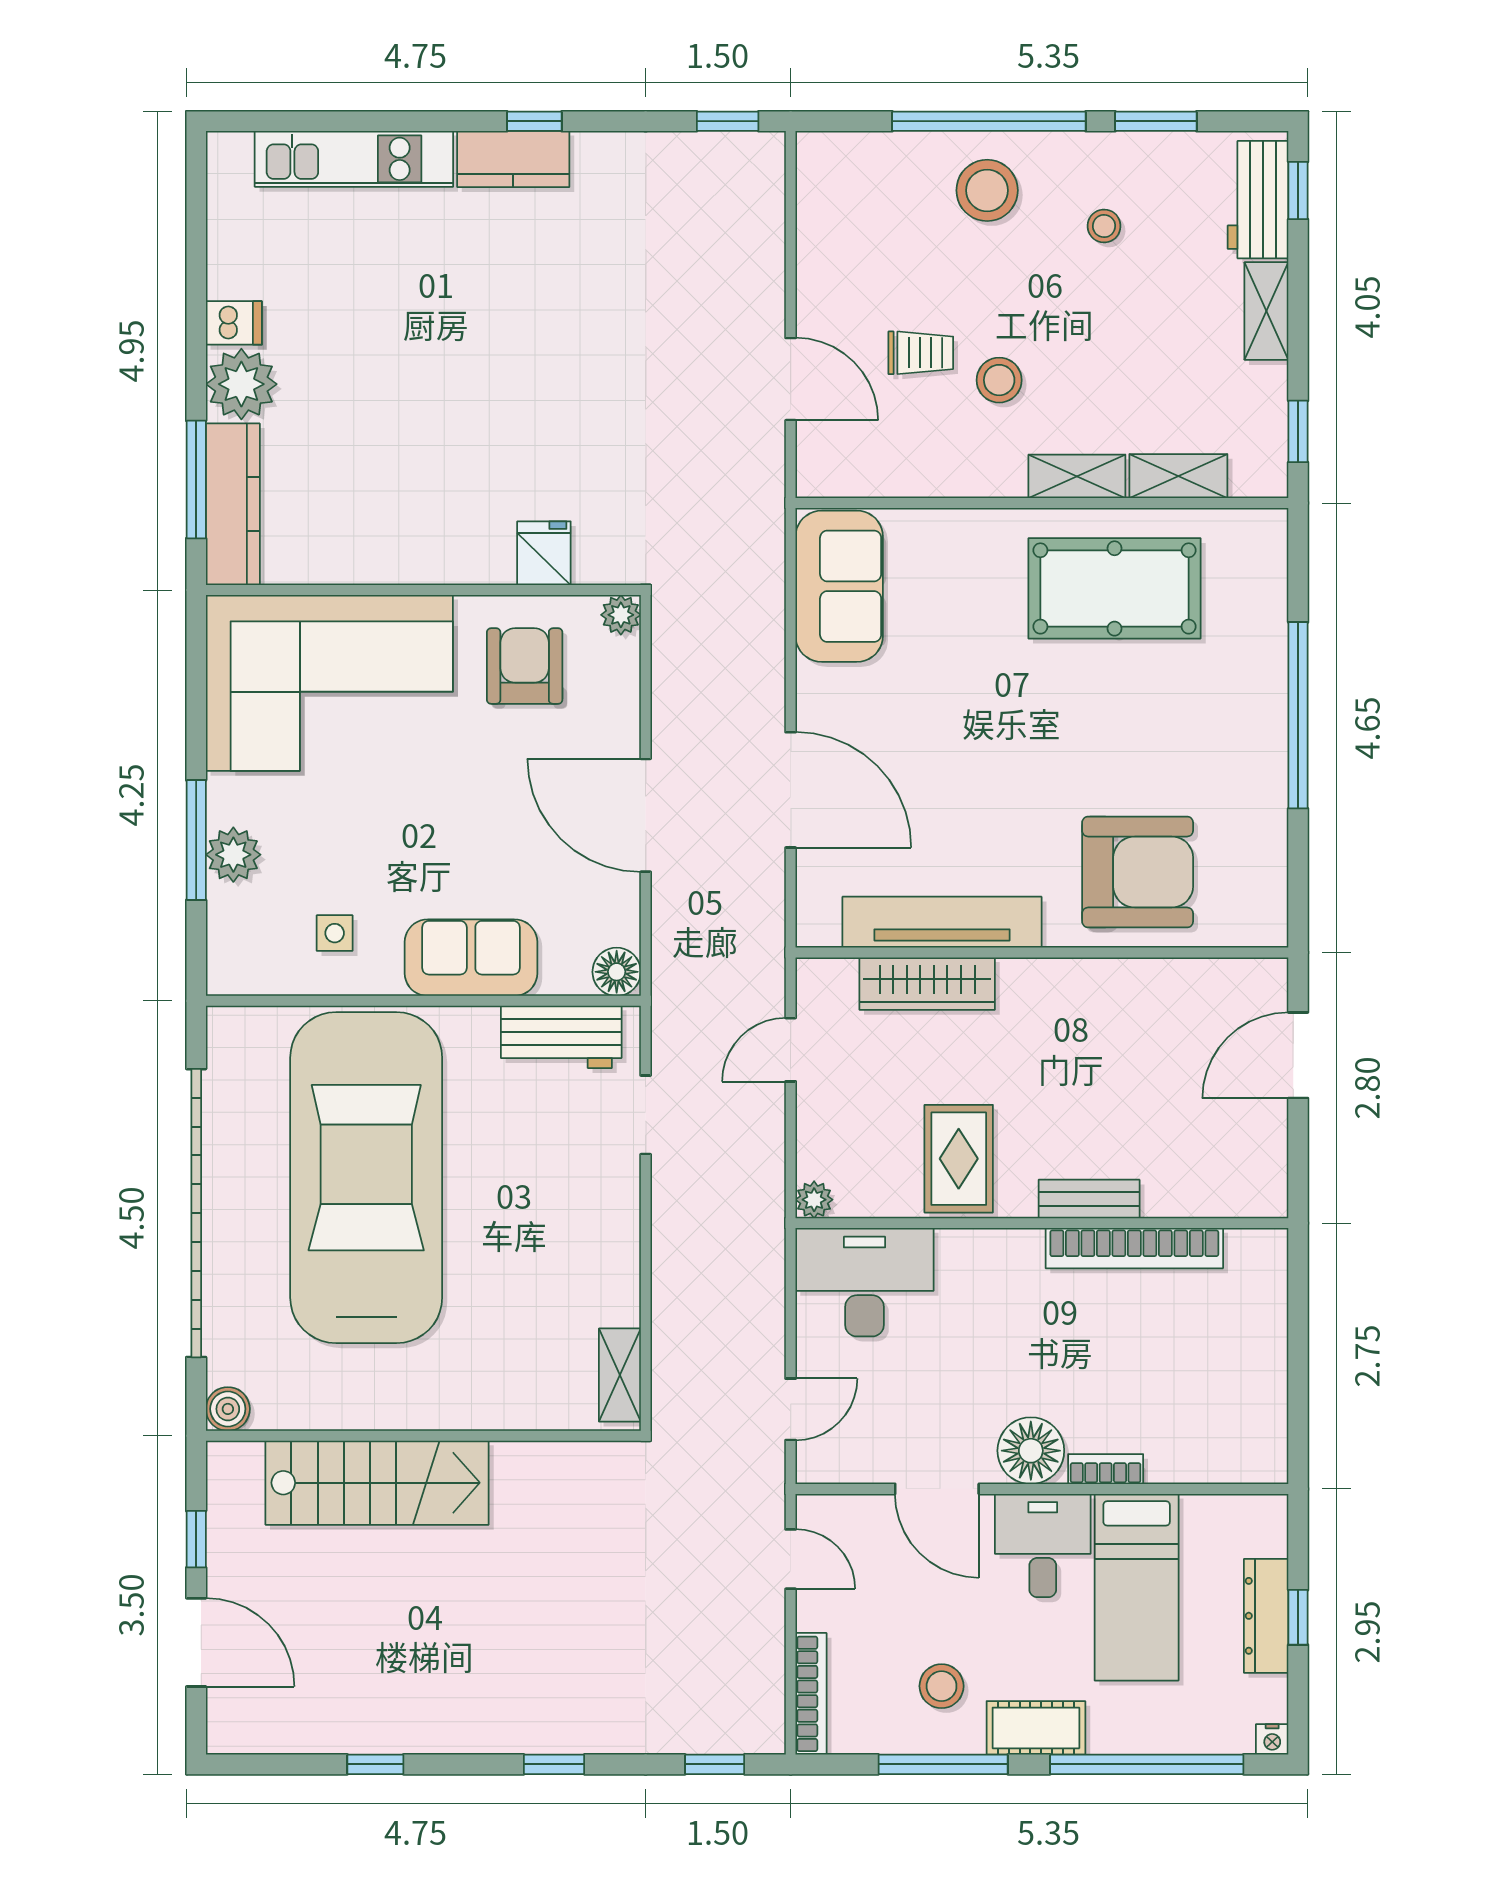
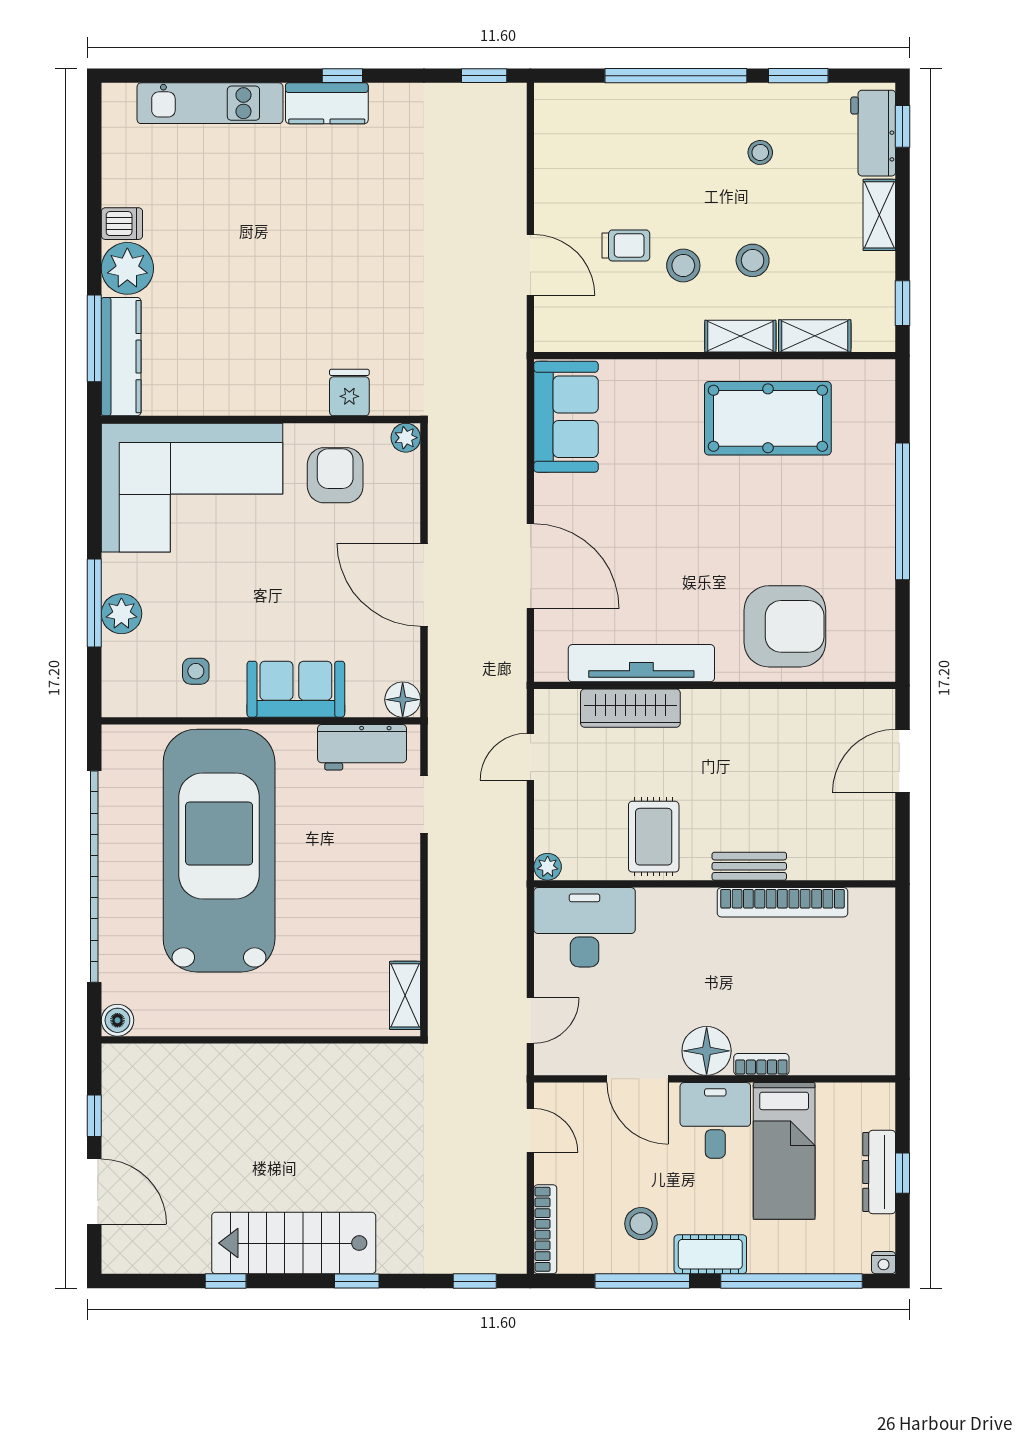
stool: (987, 190) -> (753, 260), moved, width x0.73, depth x0.73
stairs: (377, 1483) -> (294, 1243), moved, turned 180

